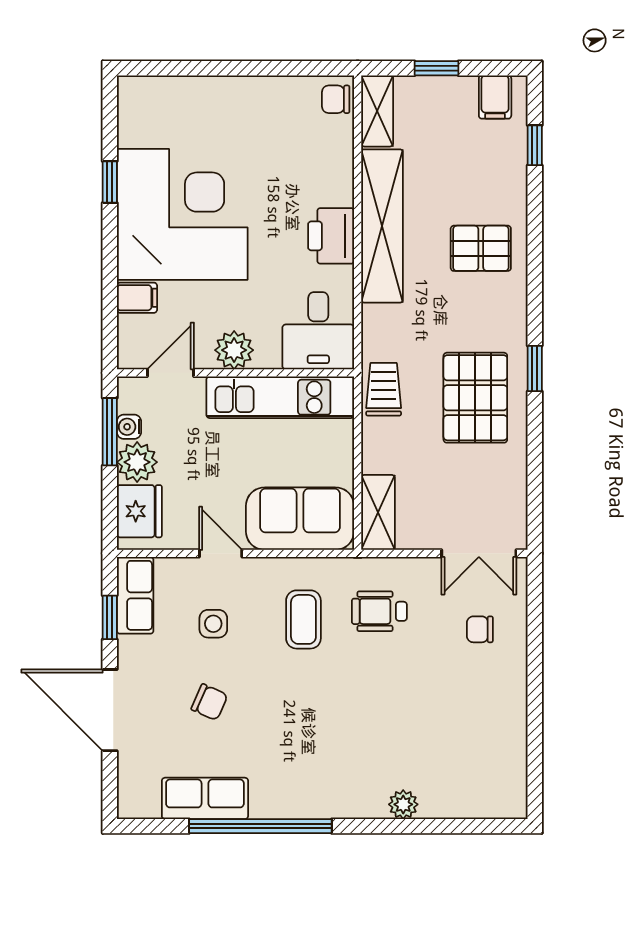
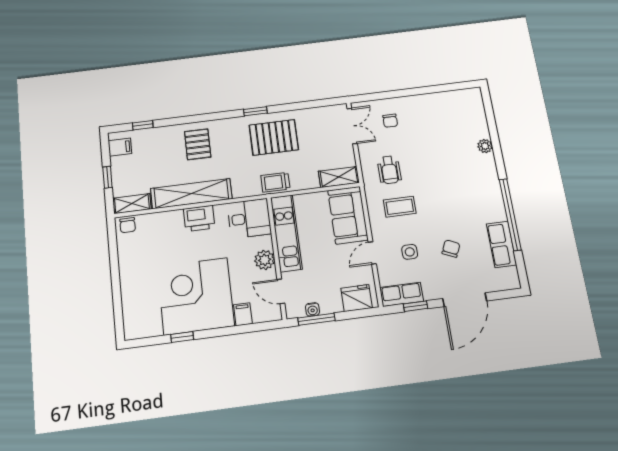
plant: (137, 462) -> (331, 303), removed

